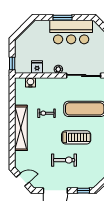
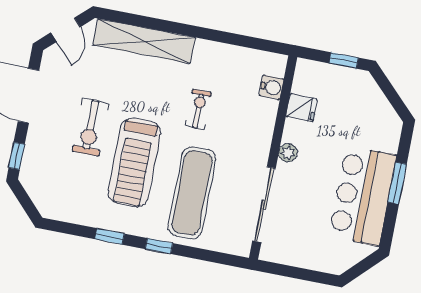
window: (12, 63) -> (344, 60), moved
shelving: (21, 128) -> (144, 41), moved
treadmill: (76, 137) -> (134, 163), width x1.37, depth x1.38

